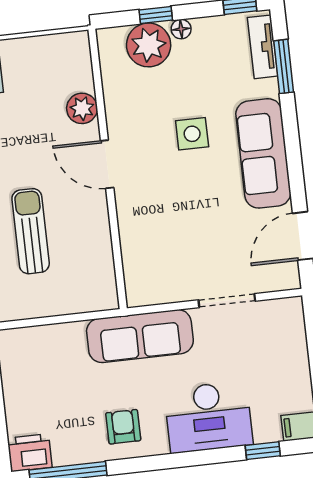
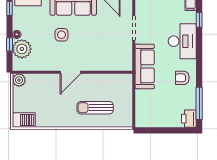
plant: (82, 108) -> (19, 80), moved

